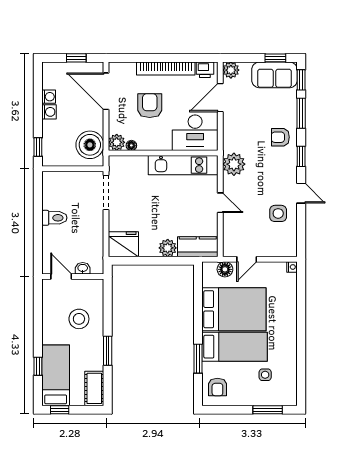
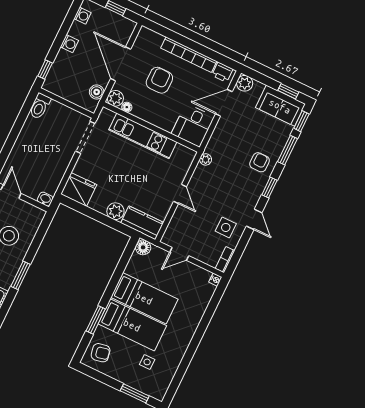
door: (106, 91) -> (121, 64), moved
washing machine: (49, 97) -> (83, 16), moved
desk: (195, 133) -> (193, 125), width x0.73
armchair: (280, 137) -> (260, 162), turned 90
boiler: (90, 145) -> (97, 92), width x0.54, depth x0.54
plant: (234, 164) -> (206, 159), width x0.53, depth x0.53
kitchen unit: (183, 165) -> (143, 136), moved
toilet: (54, 218) -> (40, 106), moved, turned 90
bookcase: (292, 244) -> (225, 260), added
washbasin: (83, 268) -> (45, 199), moved
floor lamp: (225, 269) -> (143, 247), moved
bed: (234, 309) -> (144, 298), width x0.67
armchair: (217, 387) -> (101, 353), turned -101

